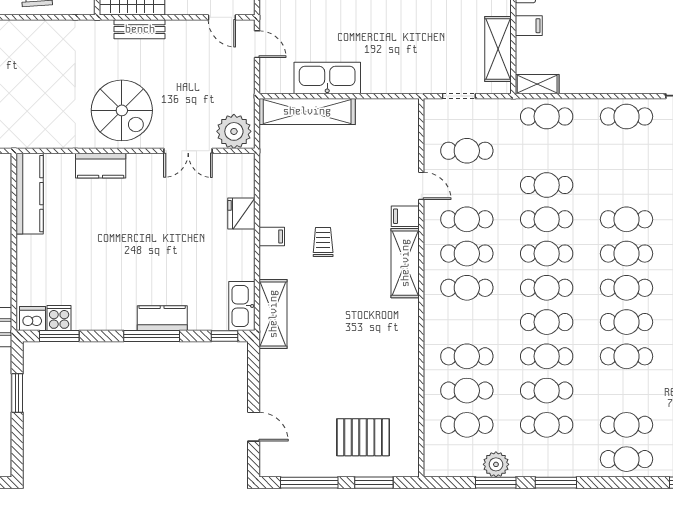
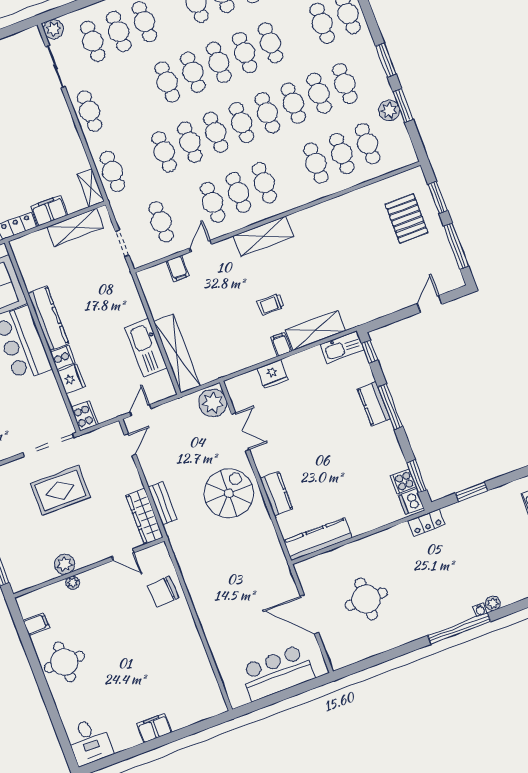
filing cabinet: (529, 26) -> (49, 211), width x2.00
filing cabinet: (405, 216) -> (177, 269), moved
shelving: (273, 314) -> (315, 330), moved

